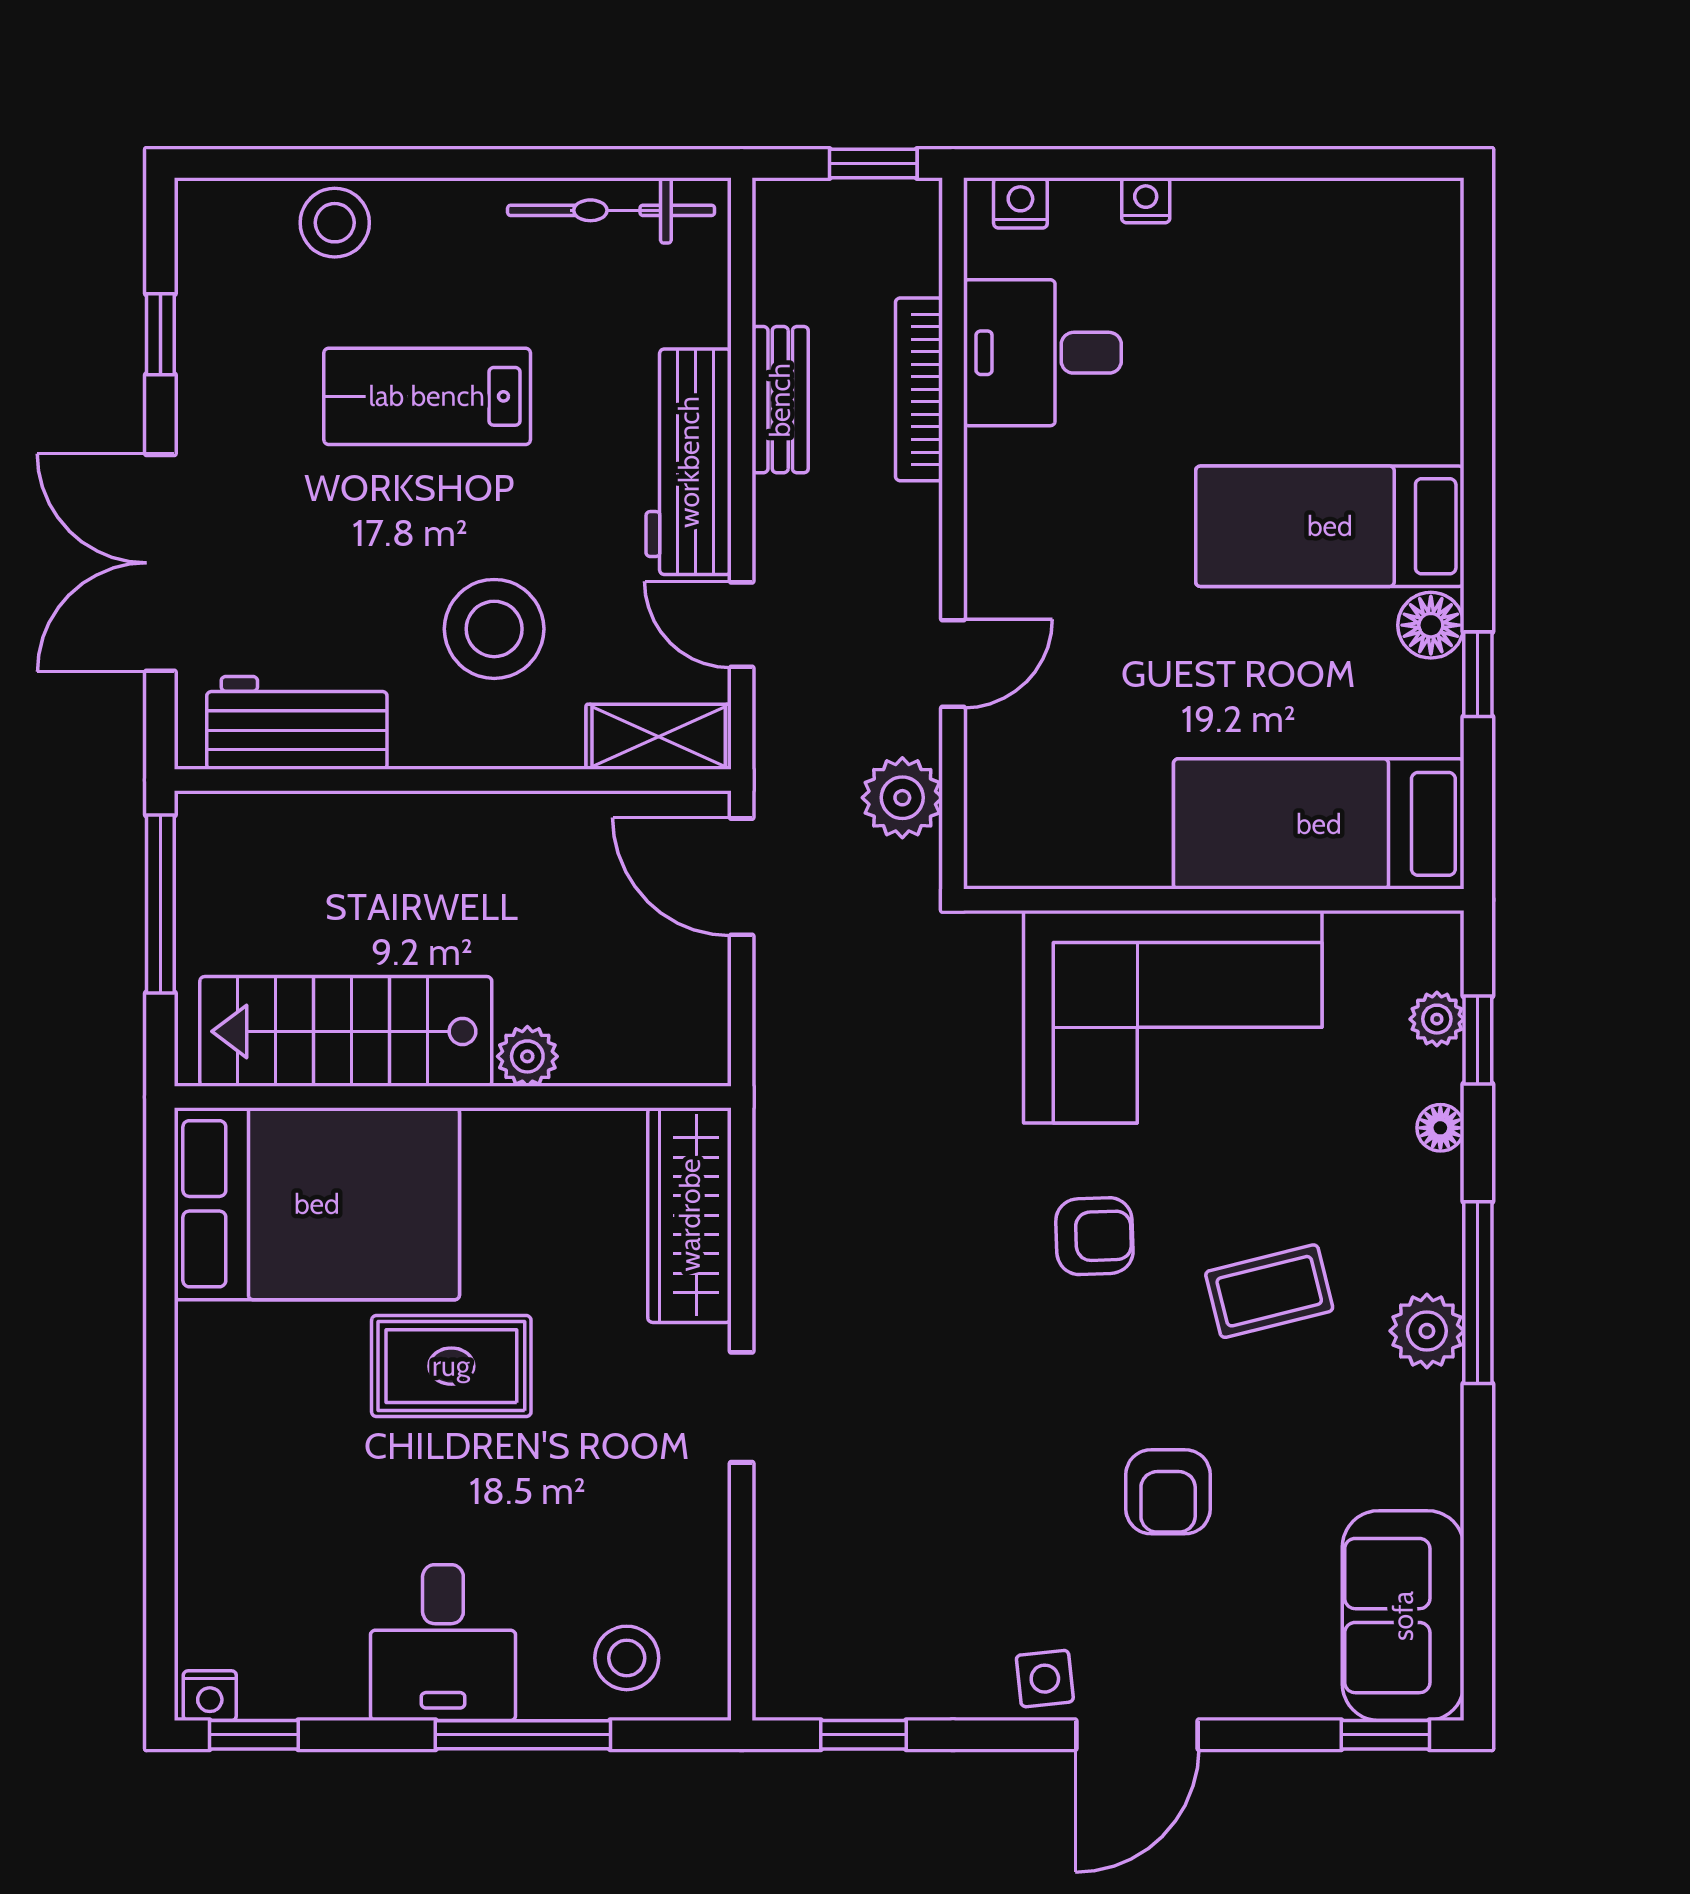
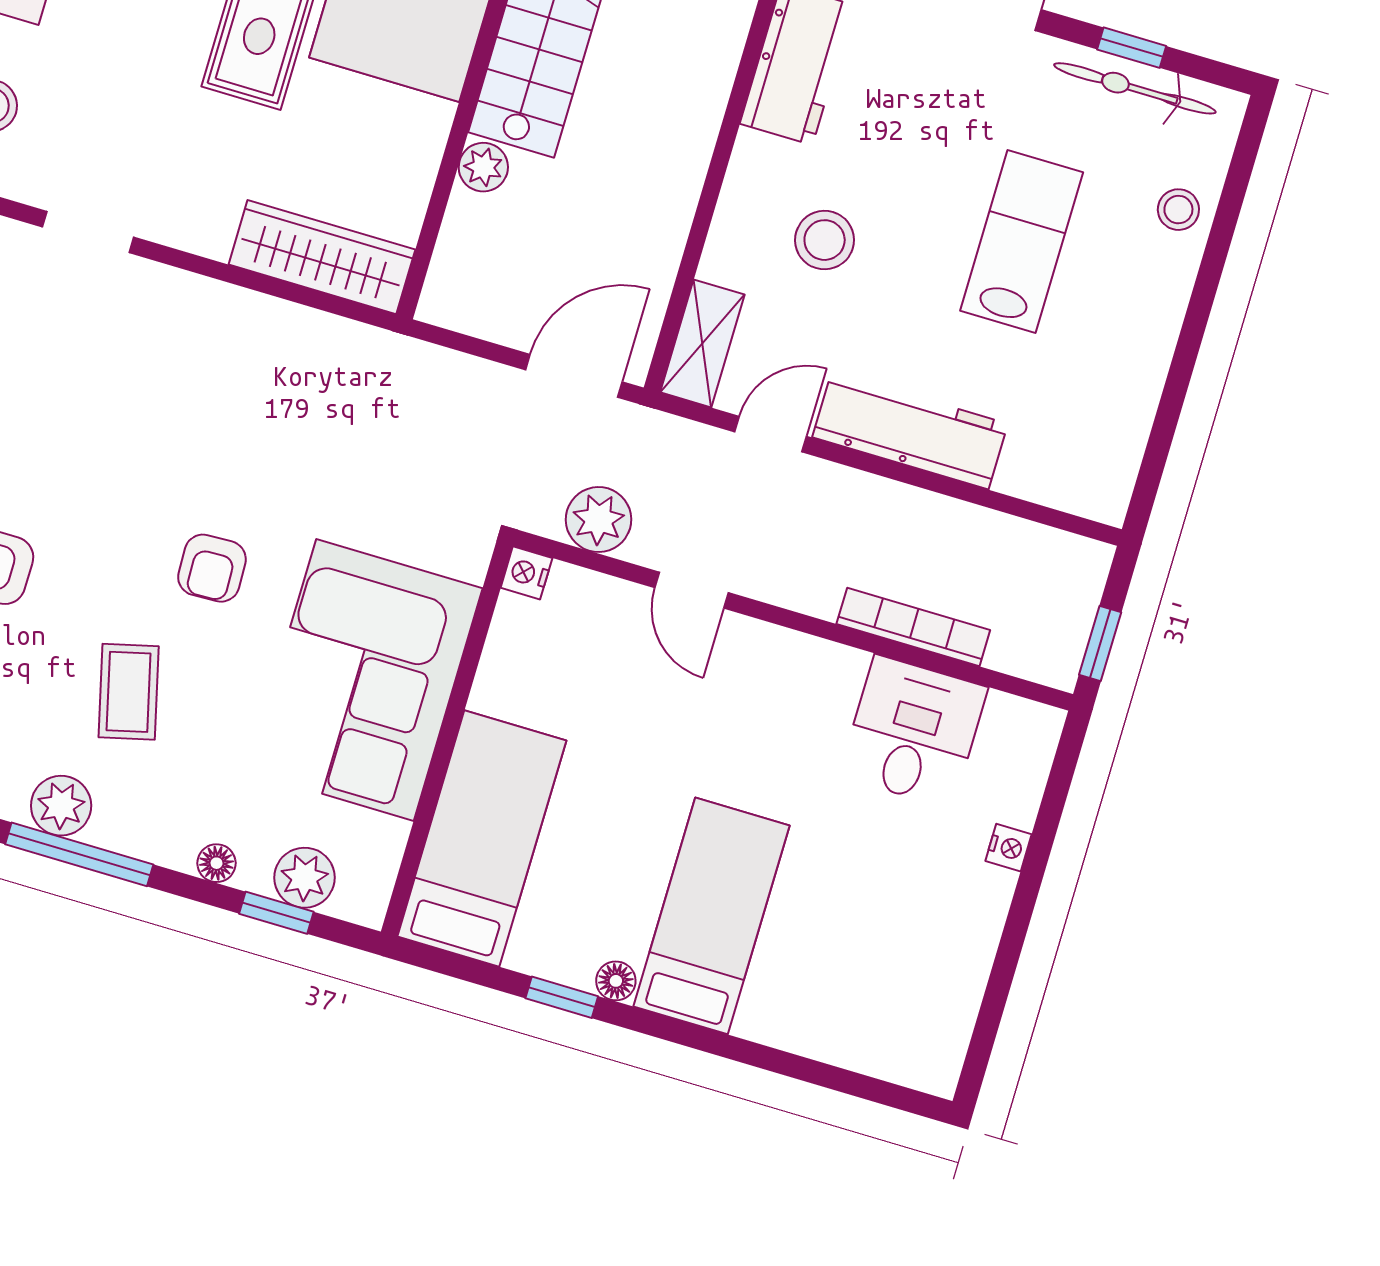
nightstand: (1020, 203) -> (526, 573), moved, turned 180
bicycle: (611, 210) -> (1135, 88), moved, turned -90
stool: (335, 223) -> (1178, 210), width x0.73, depth x0.73
bench: (780, 400) -> (937, 516), removed
floor lamp: (1431, 625) -> (616, 981), width x0.73, depth x0.73
stool: (494, 629) -> (825, 240), width x0.73, depth x0.73
plant: (1437, 1019) -> (305, 878), width x1.38, depth x1.38
doorway: (742, 1407) -> (88, 232), moved

